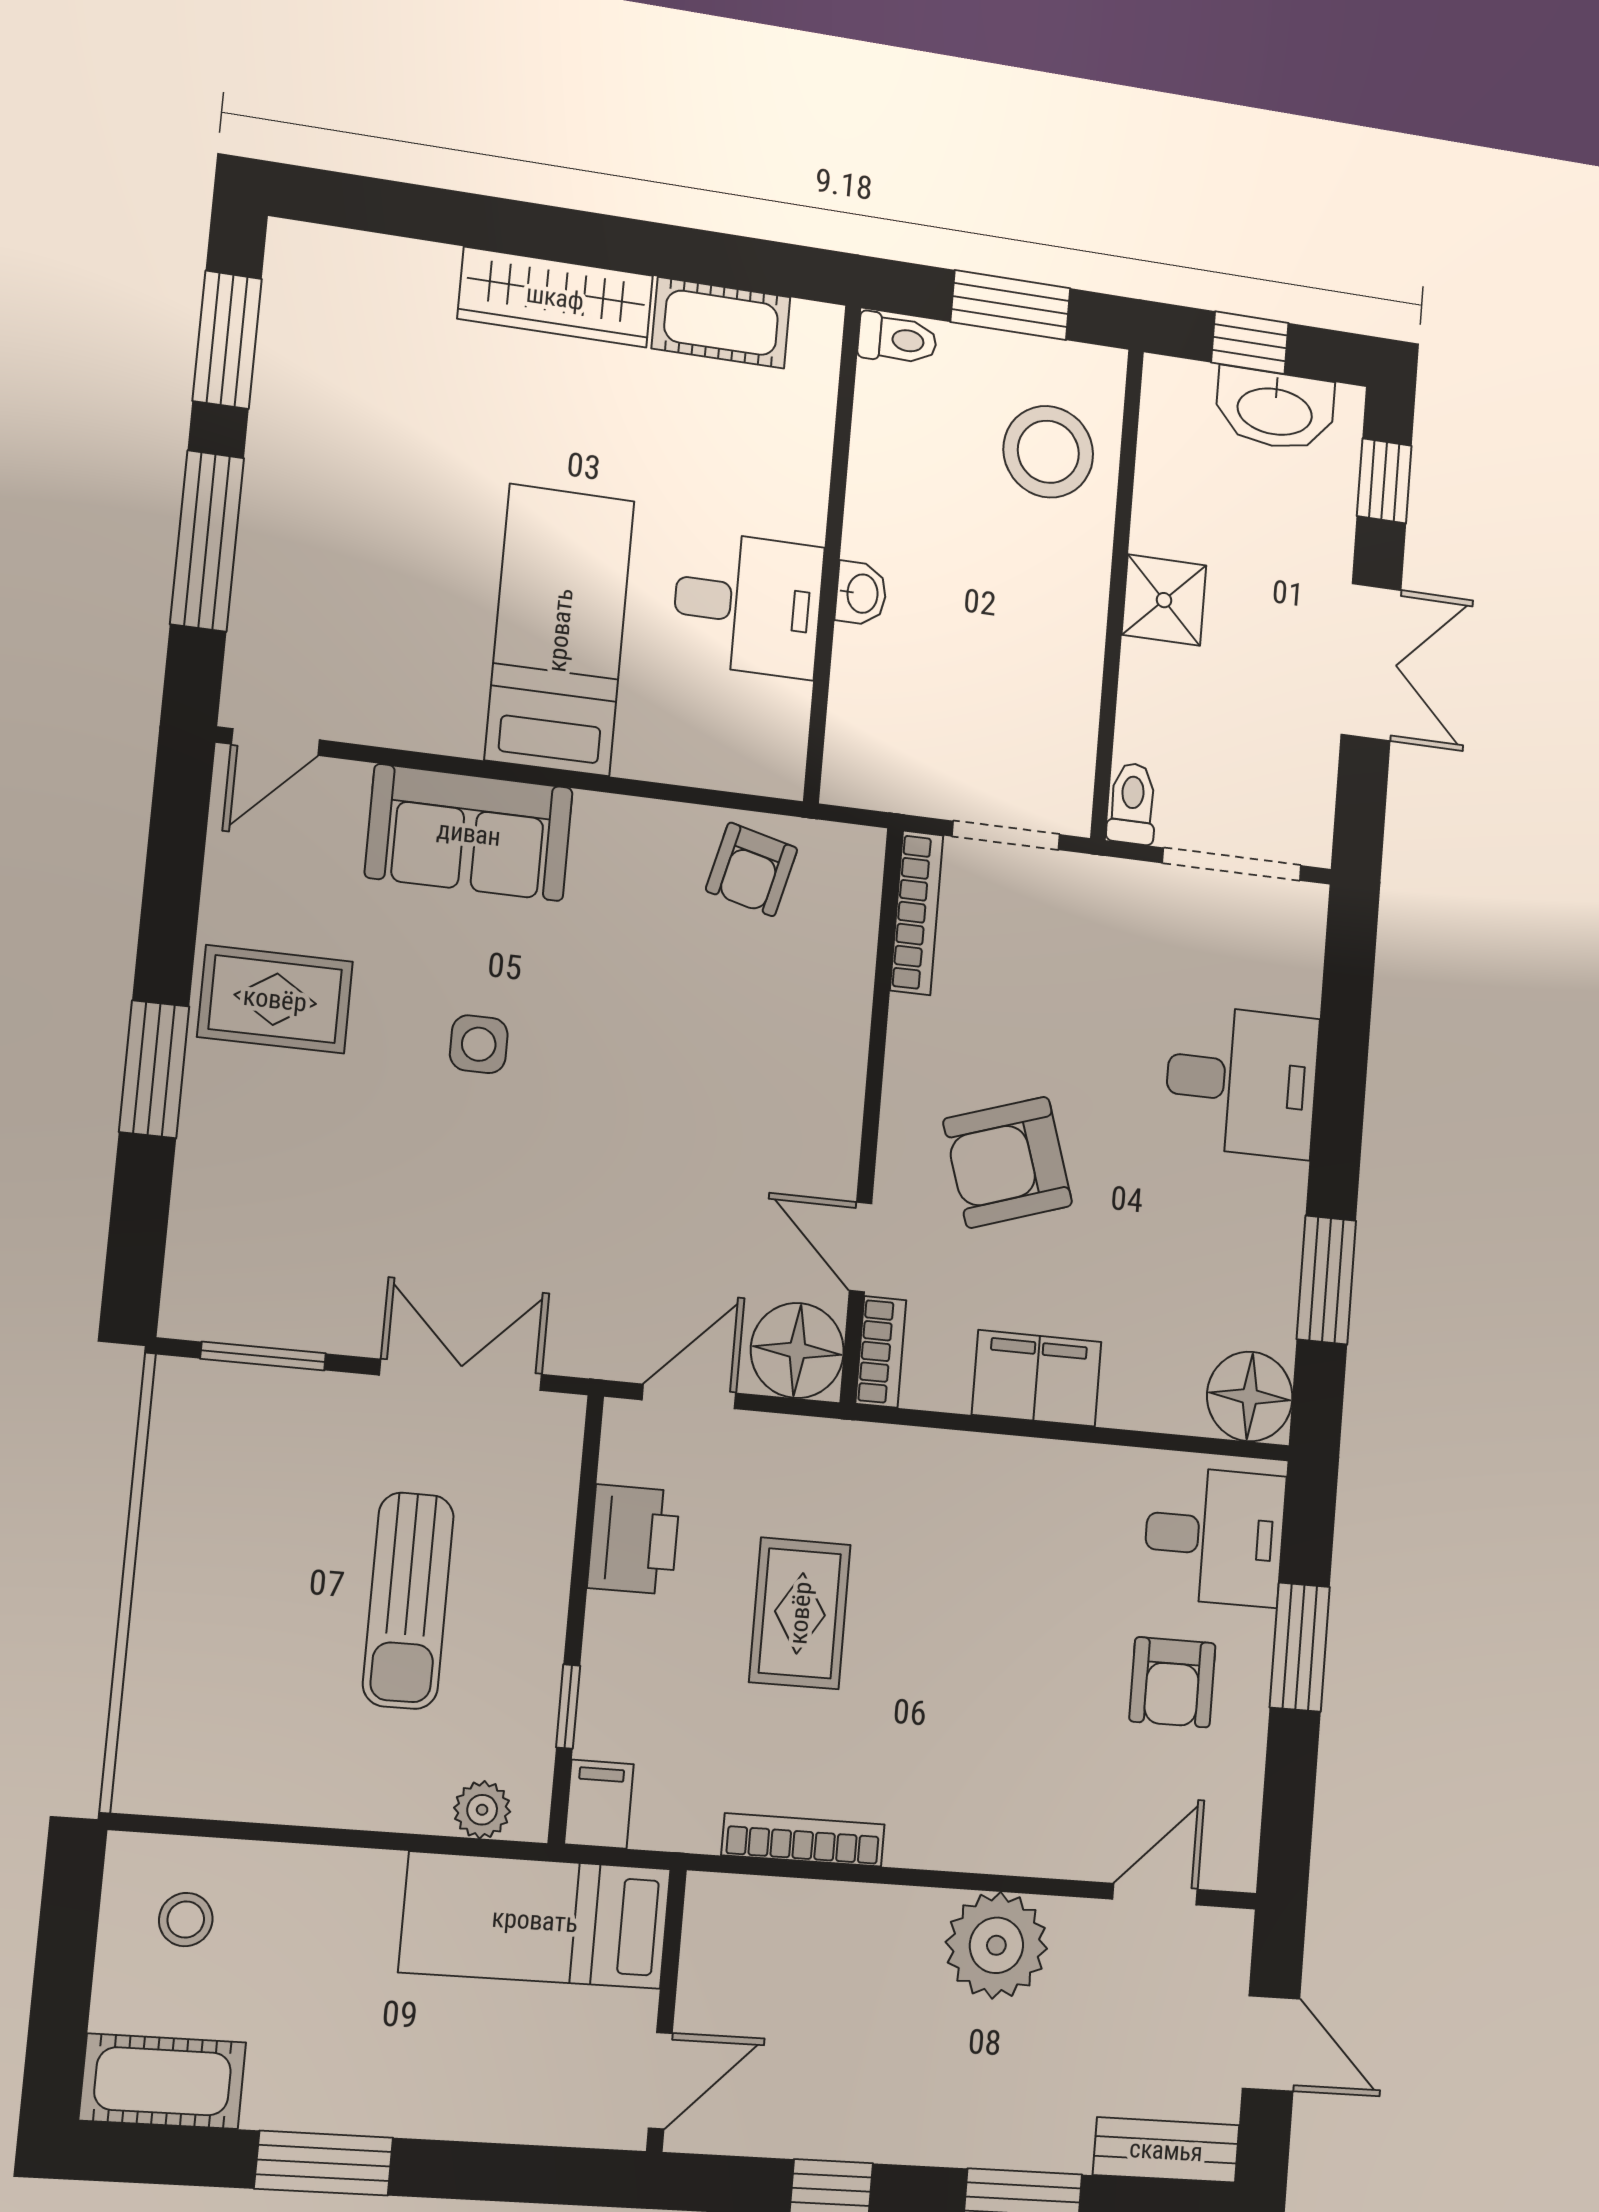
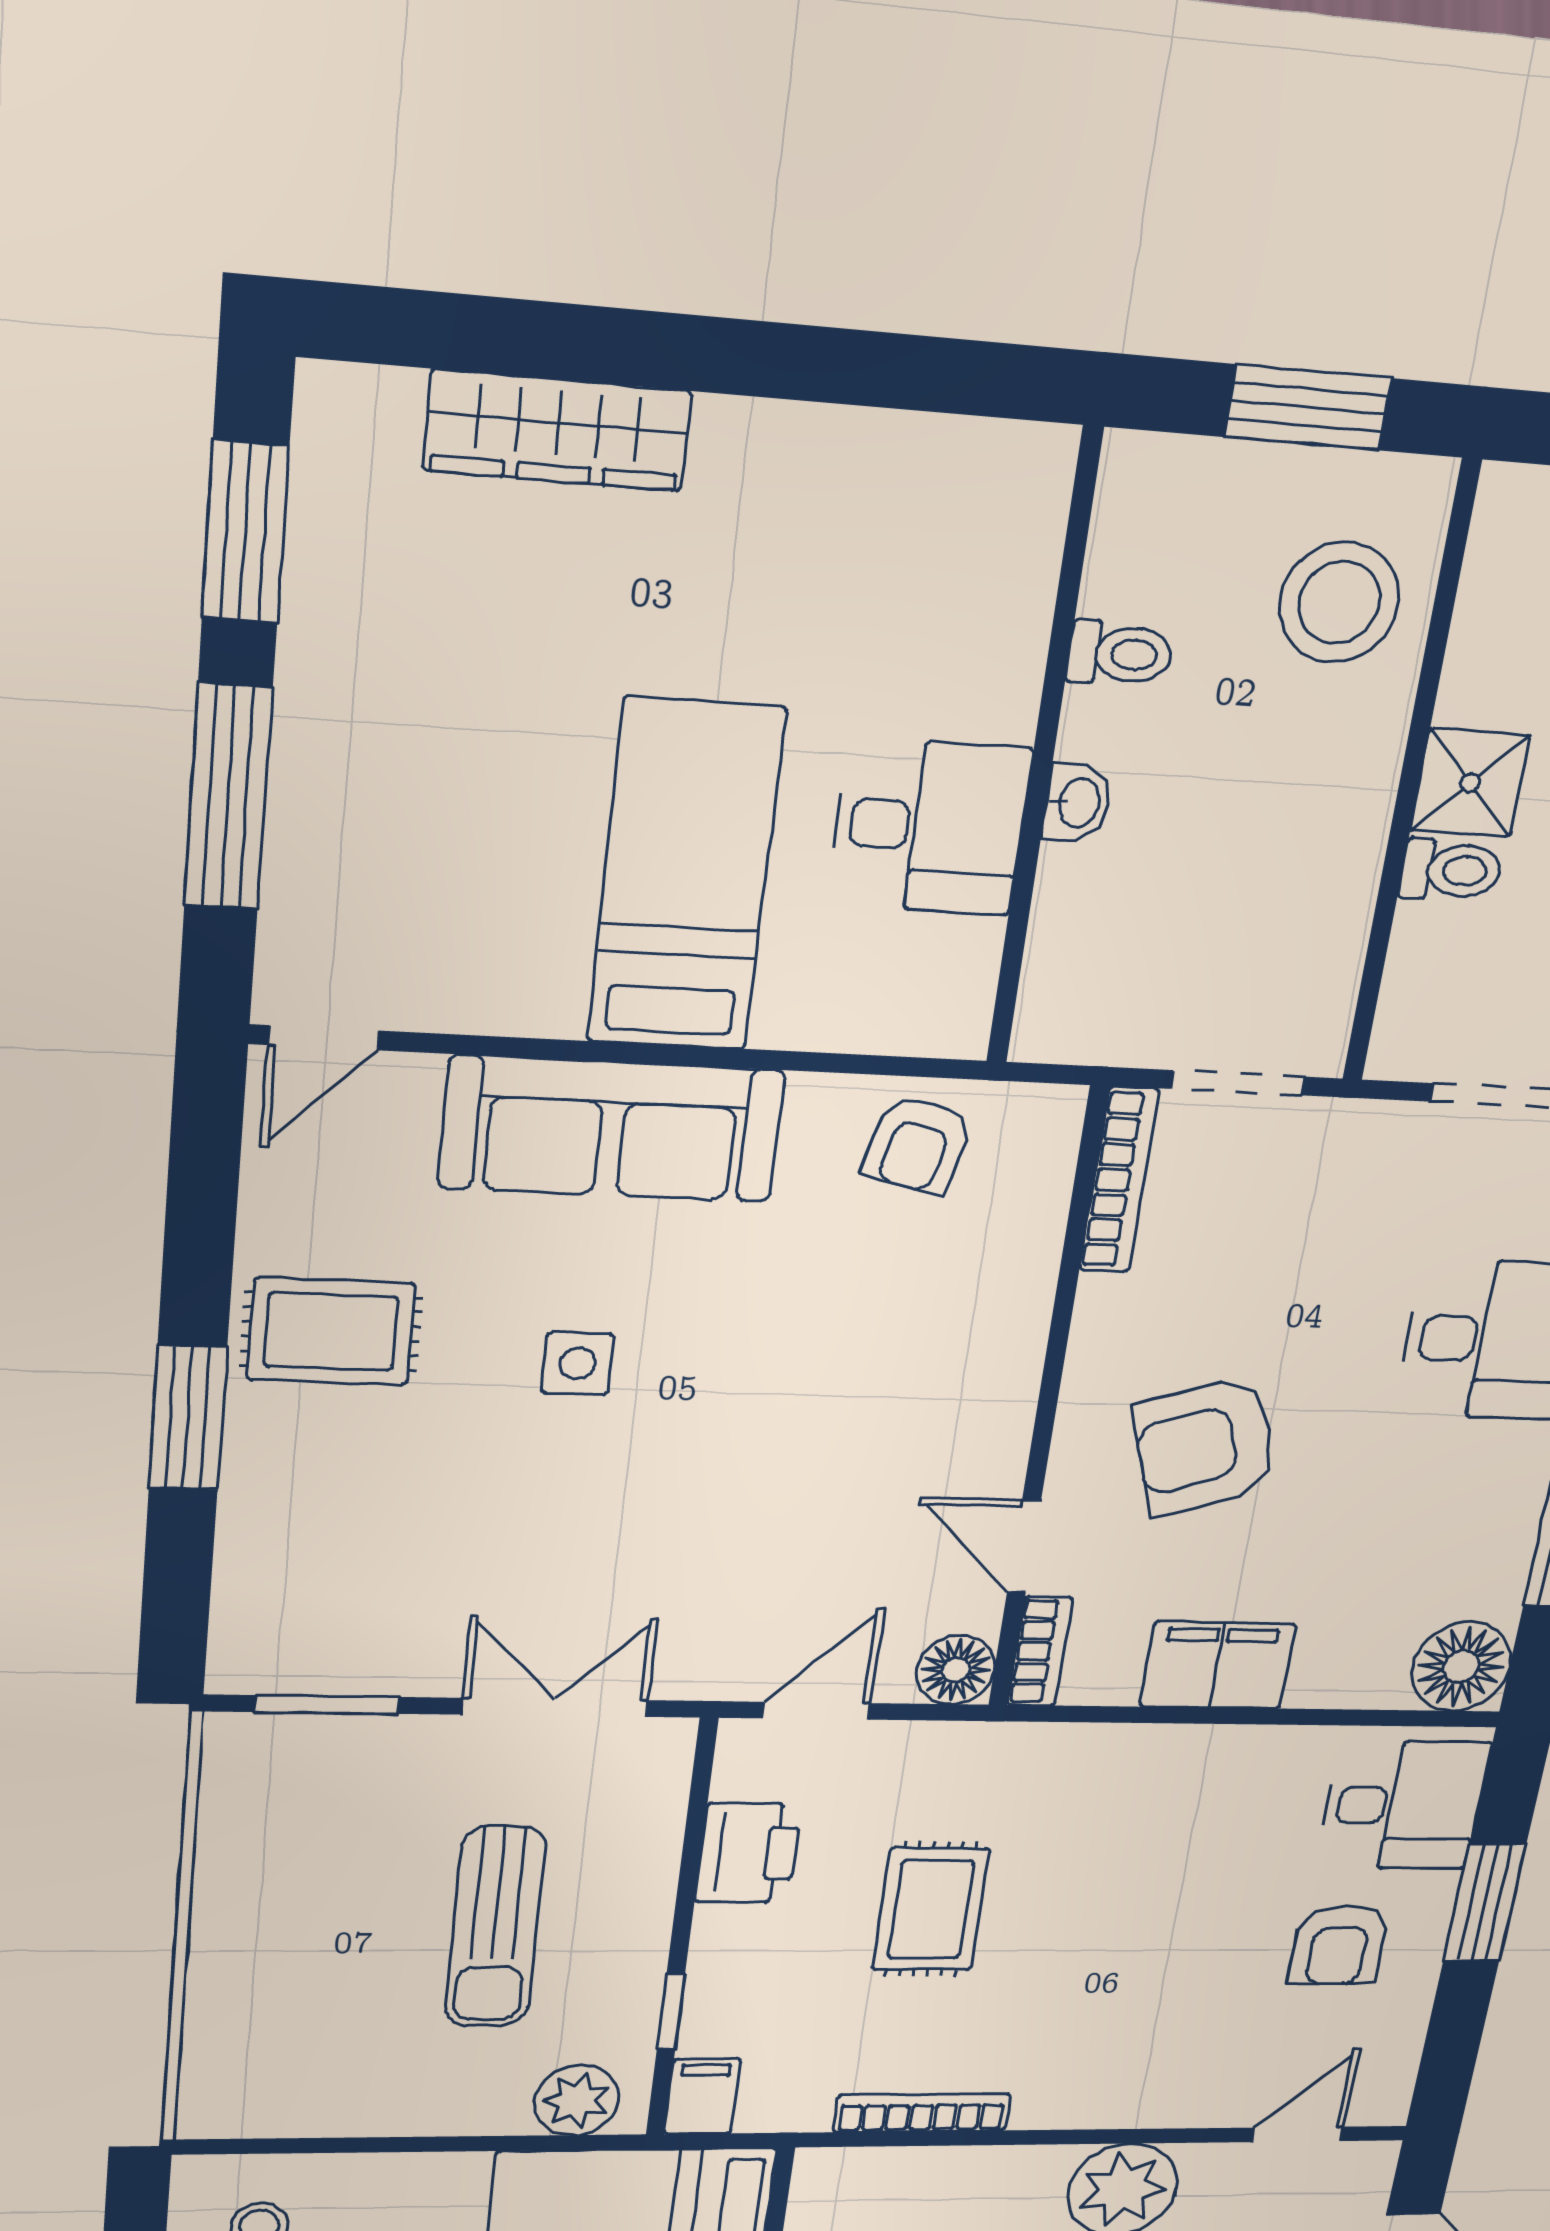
wardrobe: (555, 297) -> (558, 431), moved
cot: (721, 323) -> (913, 461), removed
toilet: (897, 339) -> (1120, 654), moved
toilet: (1132, 803) -> (1451, 870), moved, turned 90
sofa: (469, 833) -> (612, 1129), width x1.36
floor lamp: (797, 1350) -> (956, 1670), width x0.73, depth x0.73
plant: (482, 1810) -> (577, 2100), width x1.38, depth x1.38

